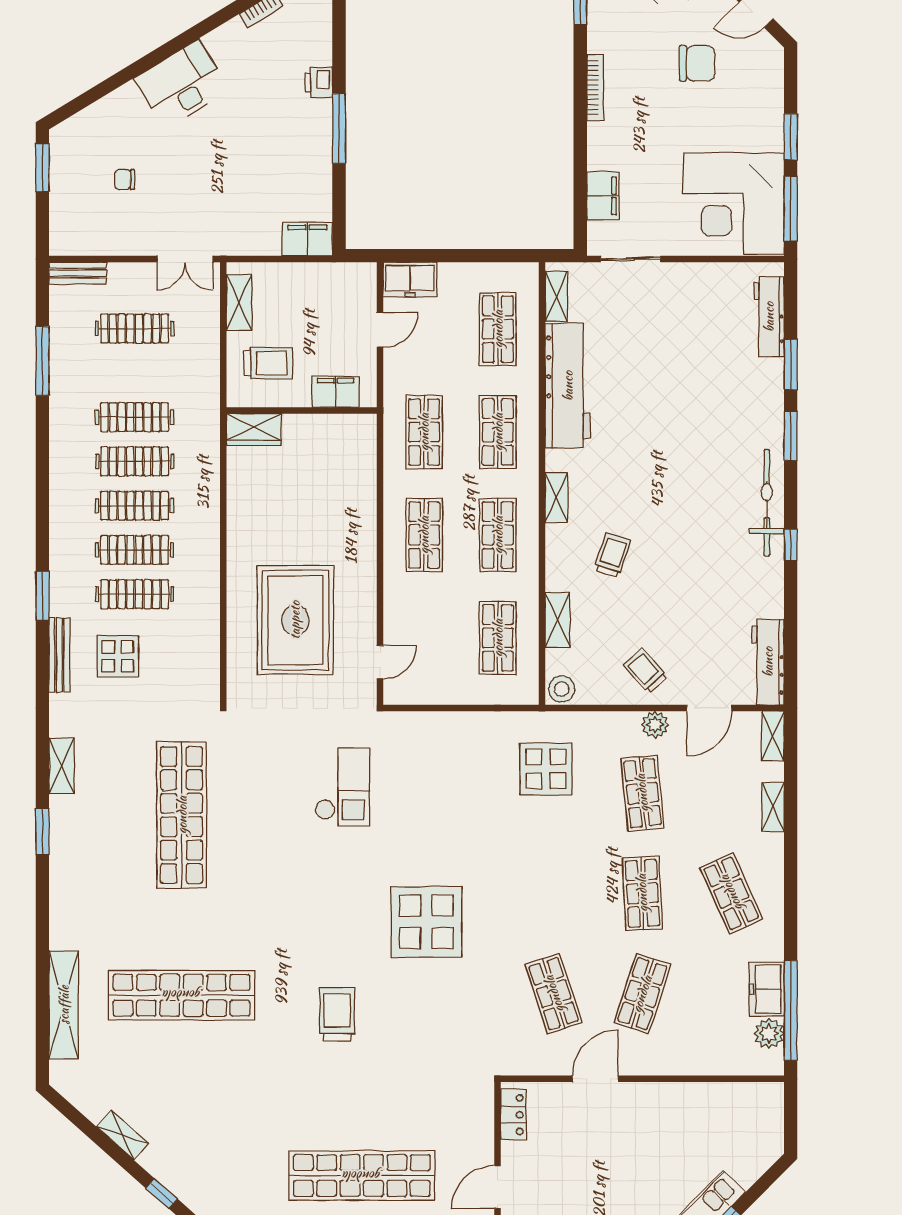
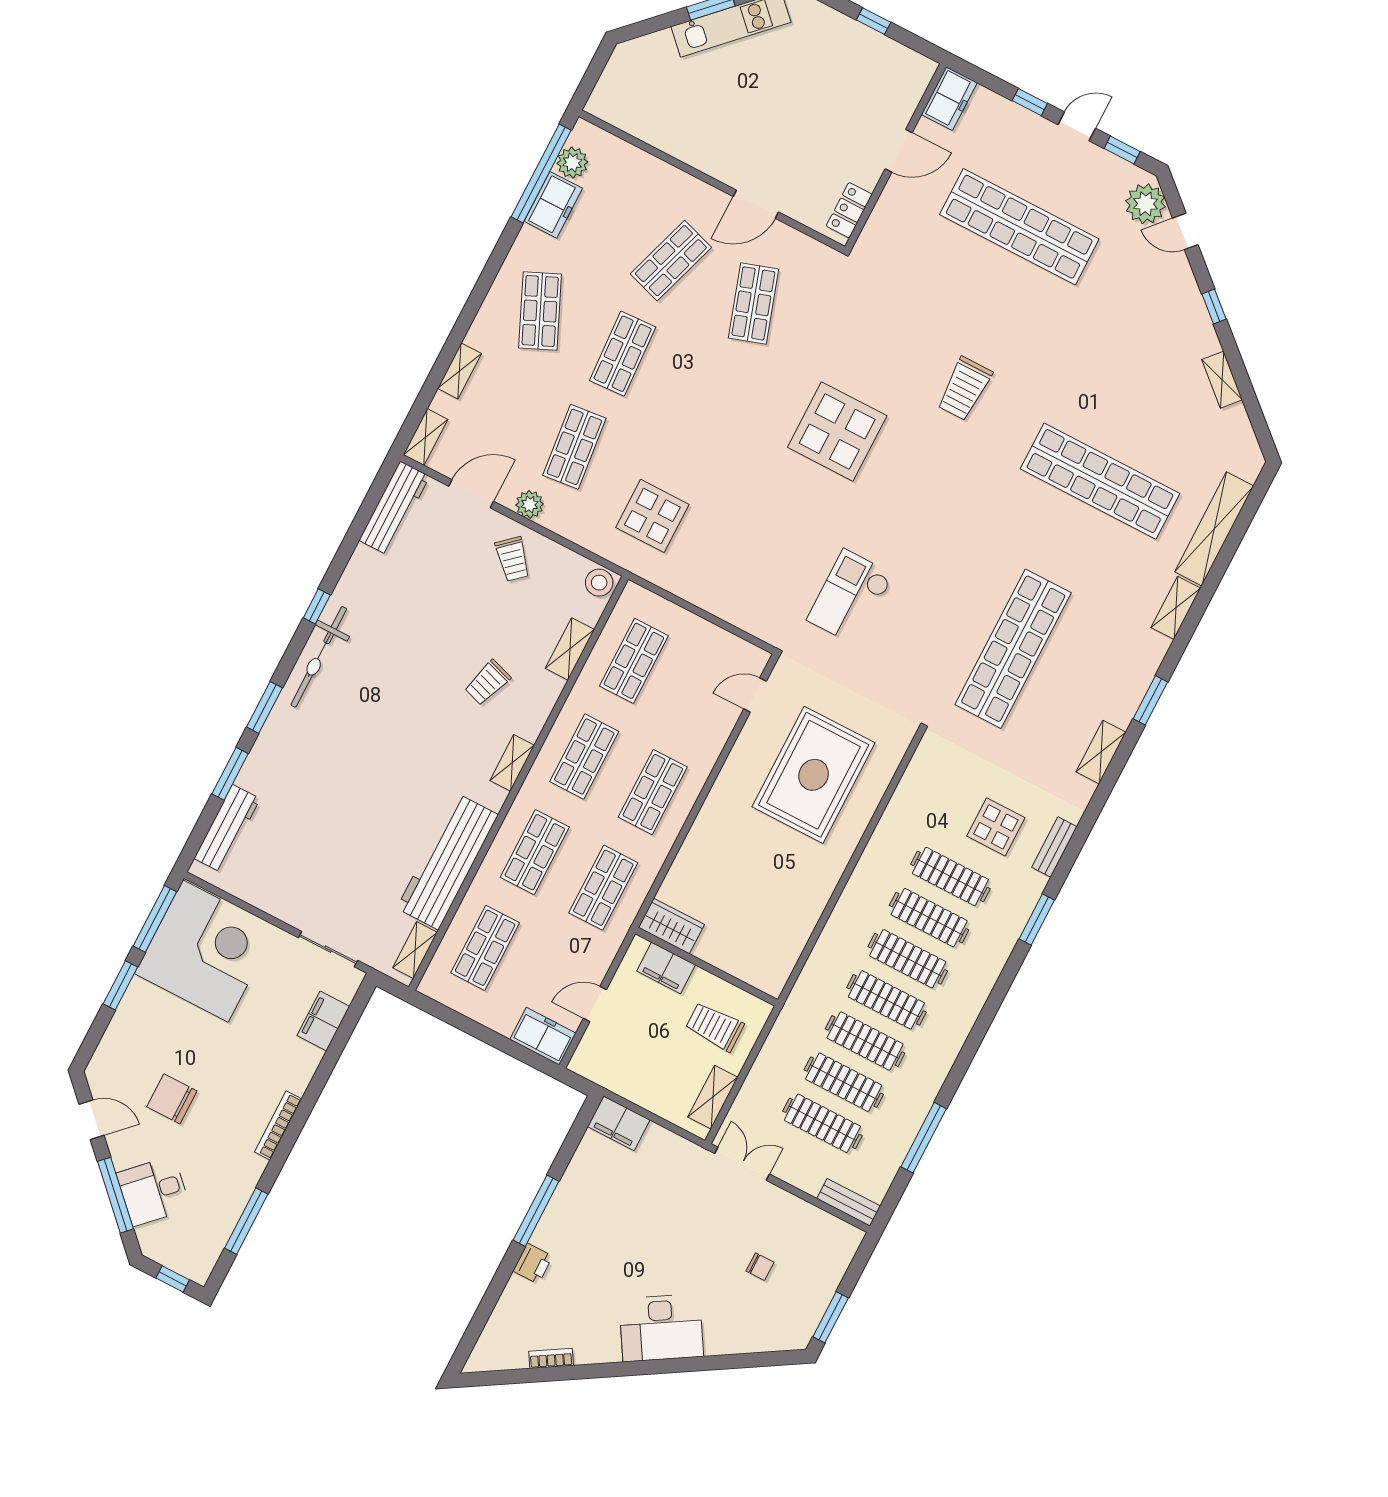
clothes rail: (135, 373) -> (844, 1082), added
wardrobe: (254, 429) -> (671, 926), moved
bench: (59, 655) -> (1054, 847), width x0.73
shelving: (61, 921) -> (1176, 608), added

